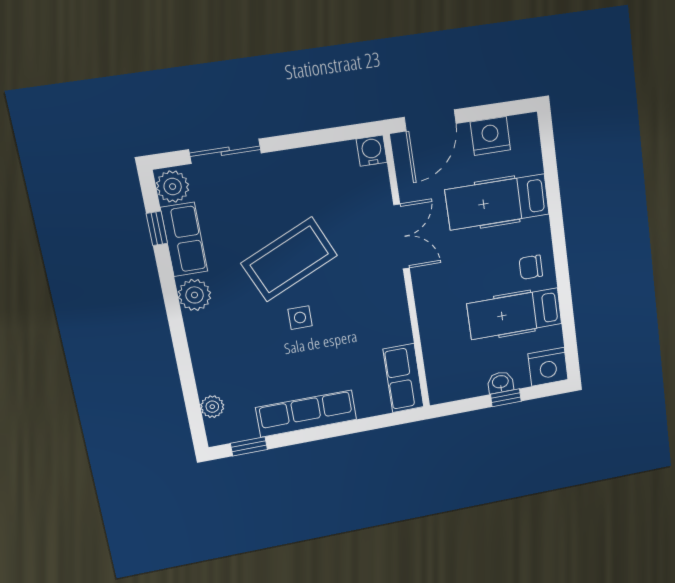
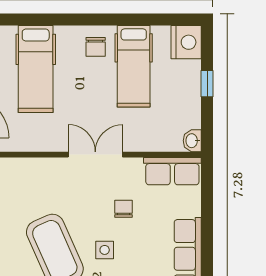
double door: (402, 237) -> (95, 155), moved
chair: (352, 331) -> (123, 209), added
washbasin: (500, 382) -> (192, 141), moved

